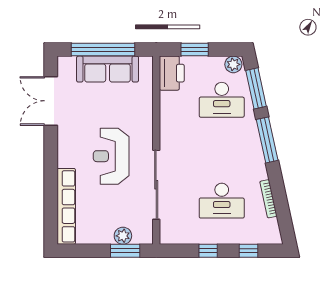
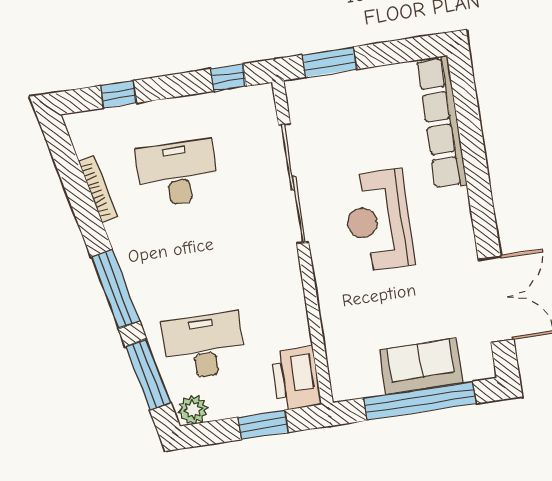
sofa: (108, 69) -> (421, 366), width x0.73
reception desk: (111, 156) -> (378, 220), turned 180
plant: (123, 236) -> (337, 87), removed
window: (208, 251) -> (228, 77), moved

